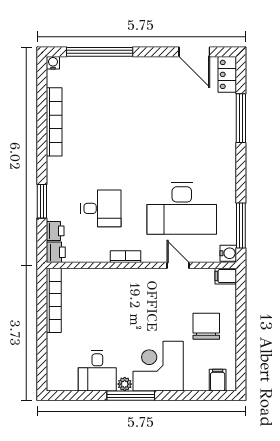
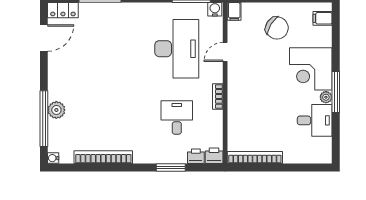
plant: (110, 67) -> (56, 110), added
chair: (206, 326) -> (277, 28), turned -148

